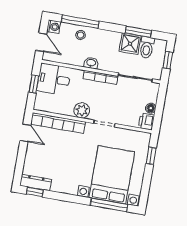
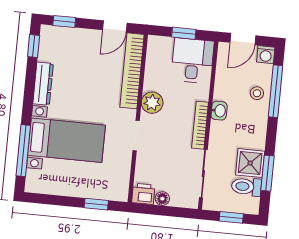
window: (19, 169) -> (64, 22), added
bed with nightstands: (112, 175) -> (67, 140), width x0.73
dresser: (36, 182) -> (43, 84), moved

